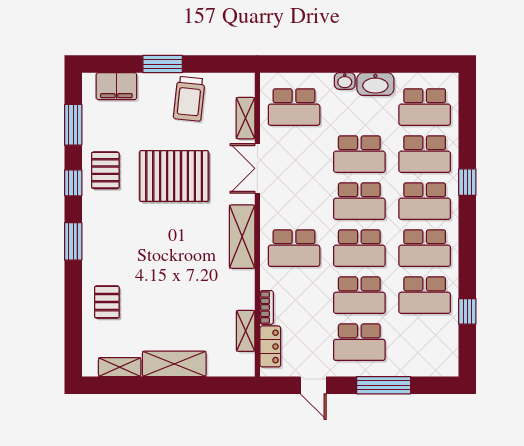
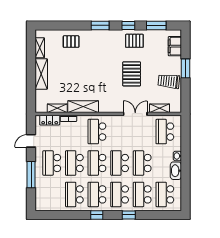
pallet: (174, 176) -> (132, 74), width x0.73, depth x0.71
shelving: (242, 237) -> (83, 107), moved
window: (467, 311) -> (97, 215), moved

